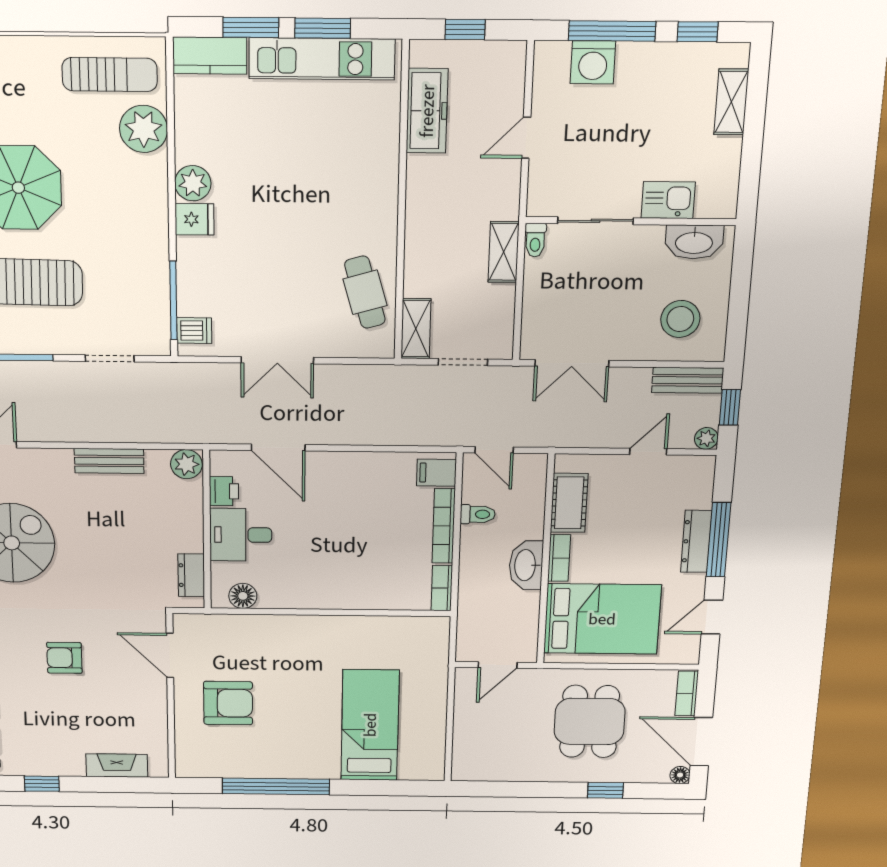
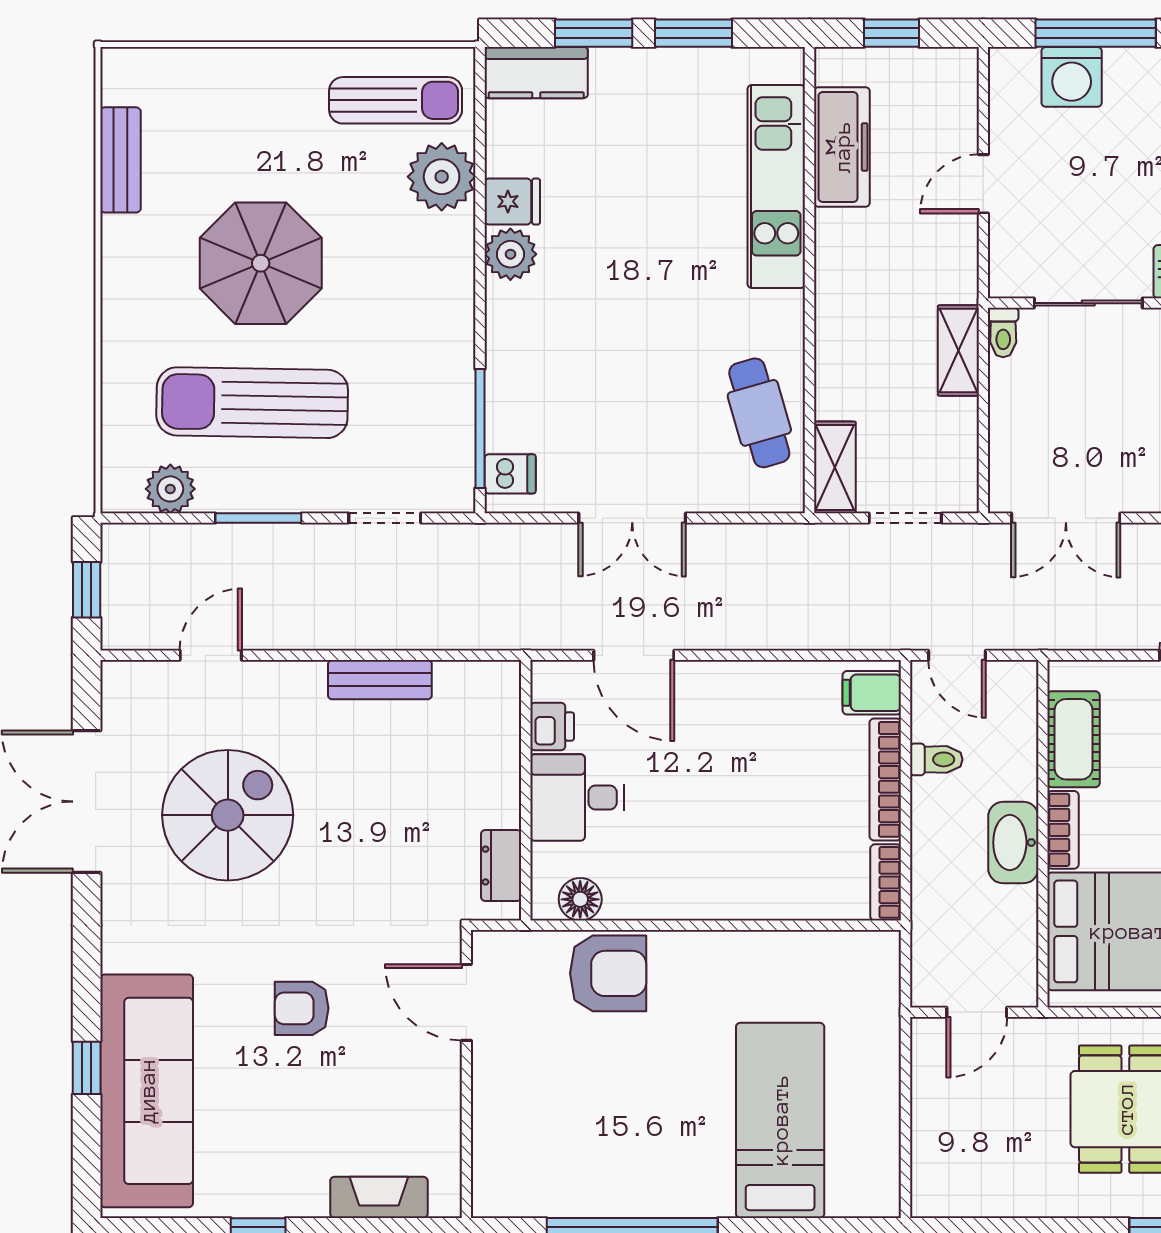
kitchen unit: (322, 59) -> (776, 187), moved, turned 90
fridge: (194, 219) -> (512, 201), moved
plant: (186, 464) -> (496, 684), removed
armchair: (228, 703) -> (608, 973), moved

